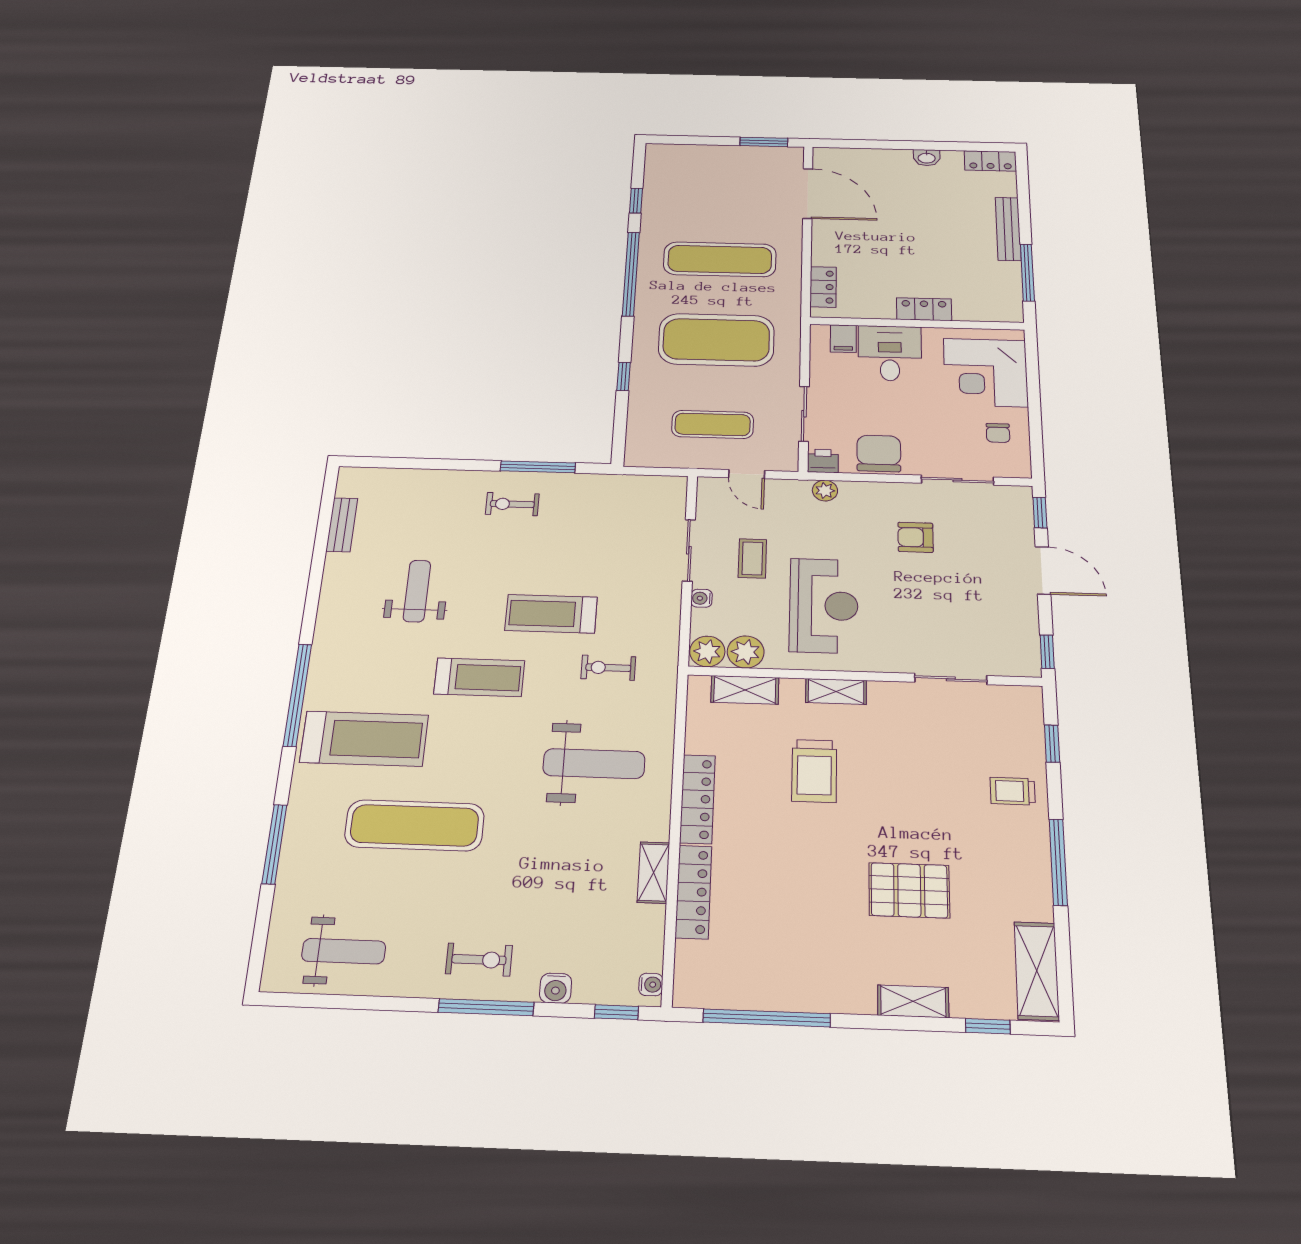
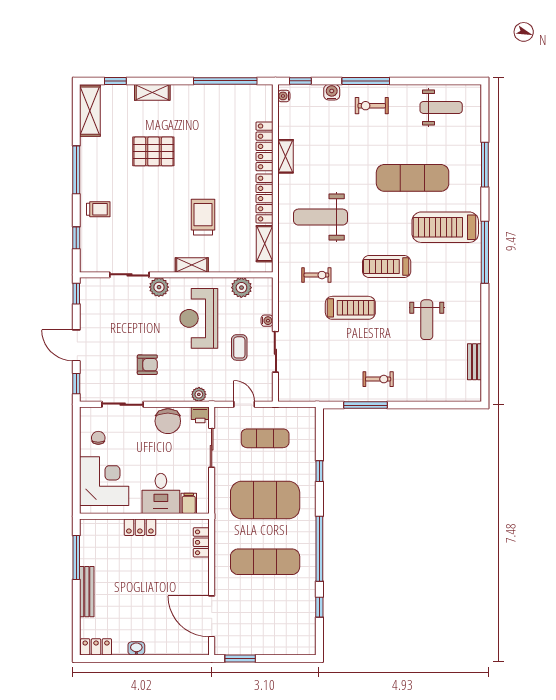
plant: (707, 651) -> (159, 287), moved
shelving: (745, 690) -> (265, 244), moved, turned 90
weight bench: (344, 951) -> (441, 107), turned 180

